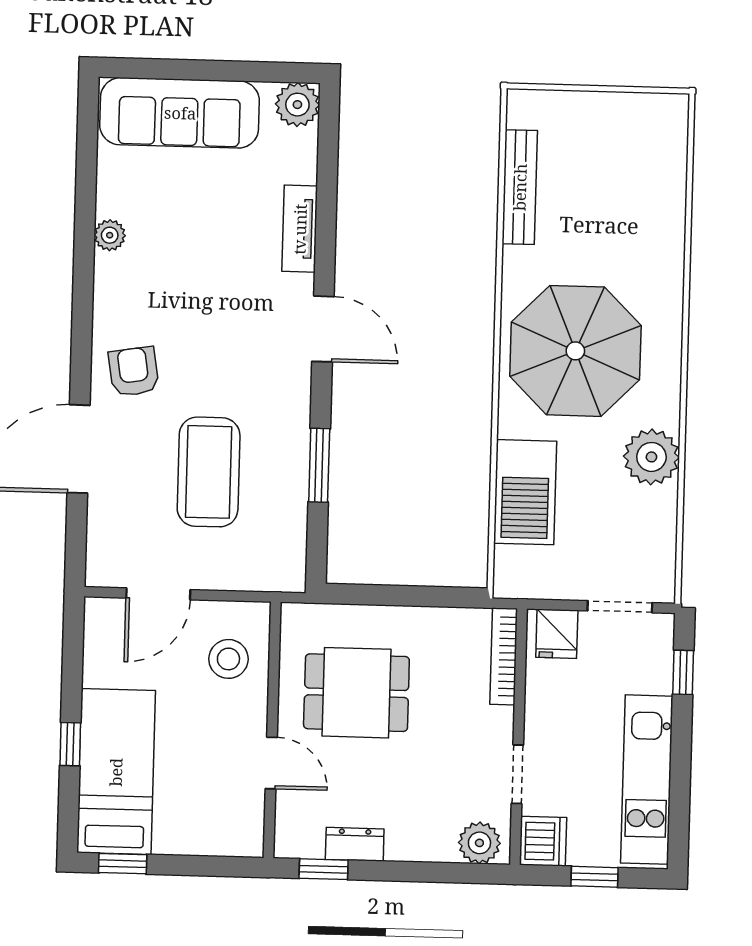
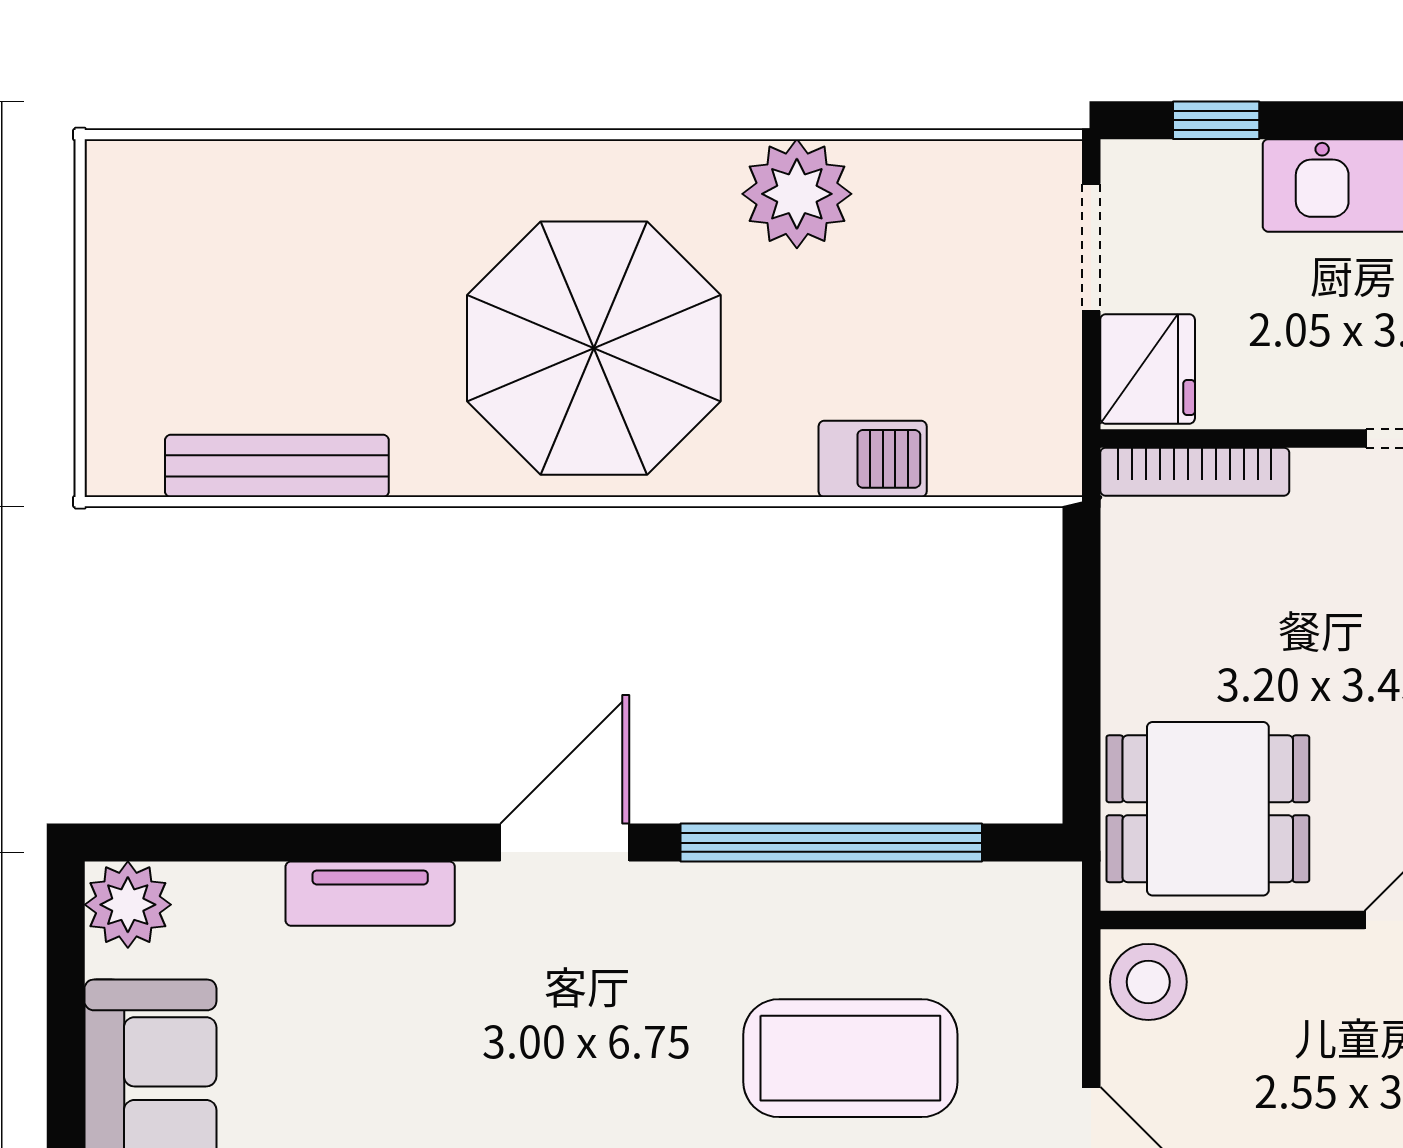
window: (319, 465) -> (831, 843), width x2.11
barbecue: (525, 492) -> (873, 459), width x0.53, depth x0.65
fridge: (557, 634) -> (1148, 369), width x1.38
stool: (228, 659) -> (1148, 982), moved
dining table: (356, 693) -> (1208, 809), moved, turned 90

